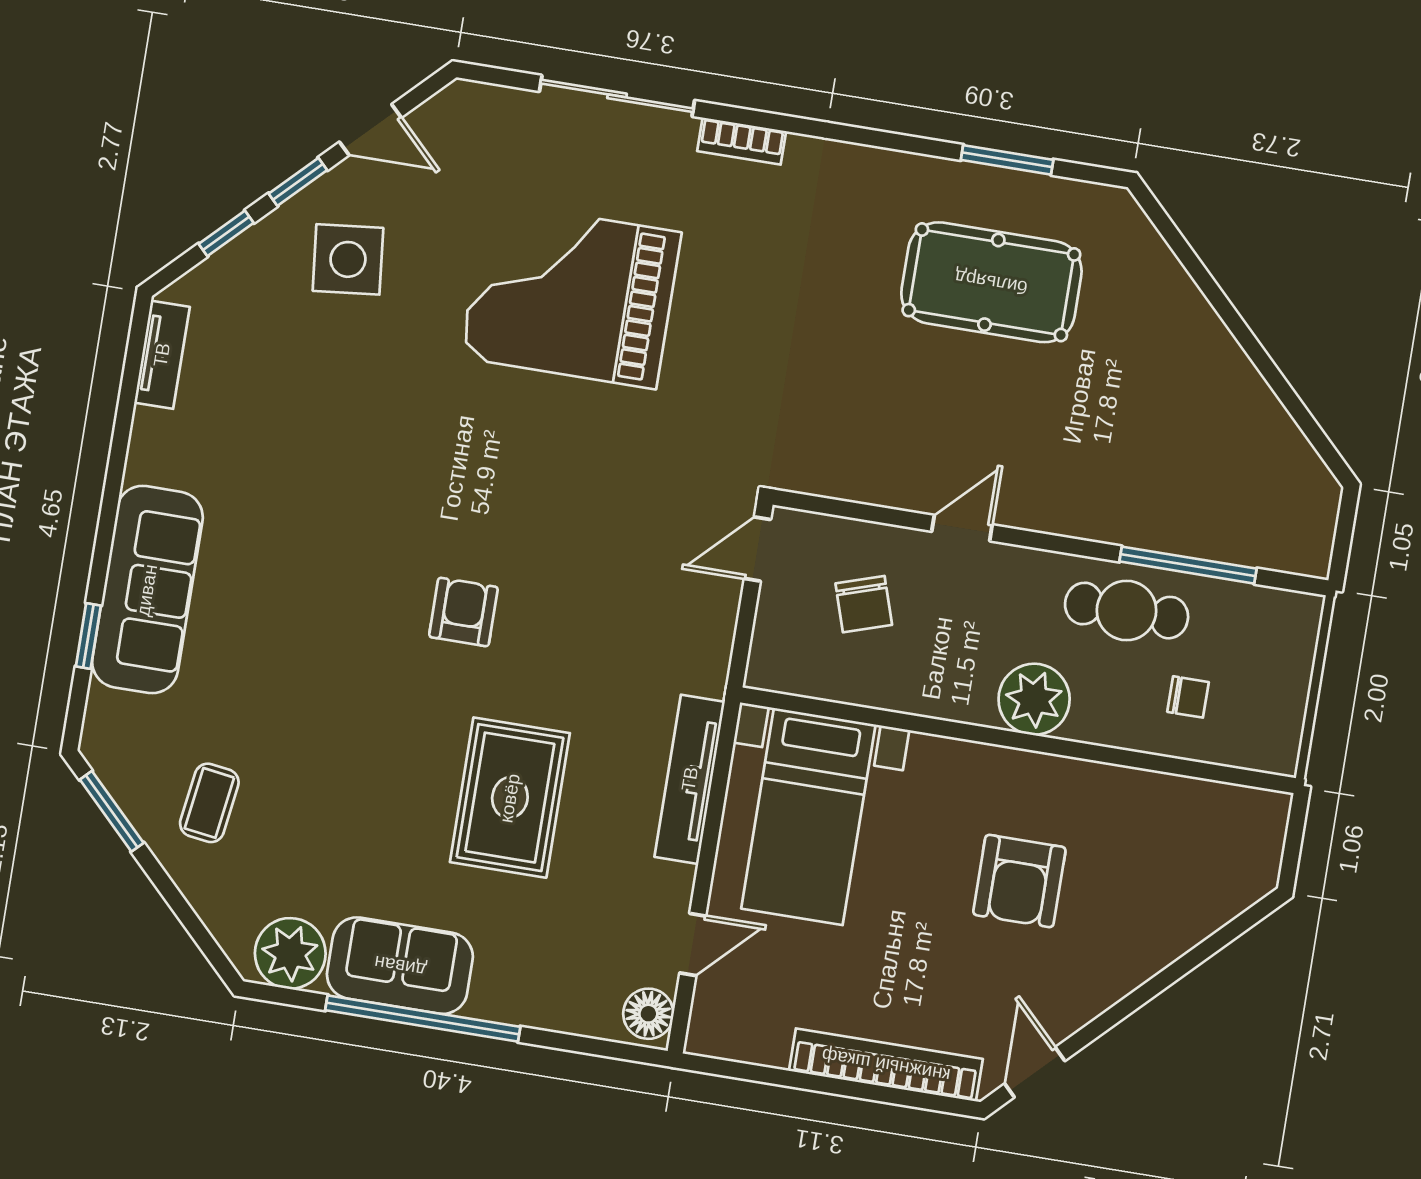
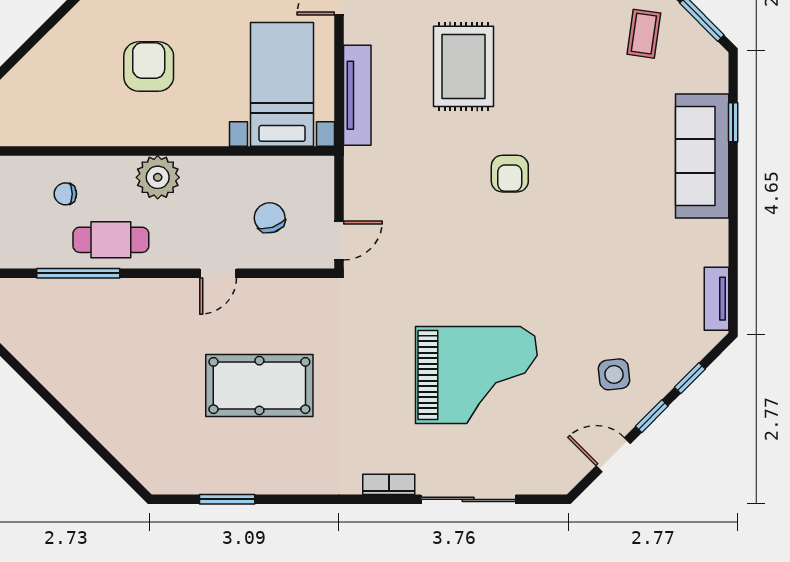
side table: (348, 259) -> (614, 374), width x0.73, depth x0.73
pool table: (991, 282) -> (259, 386), moved

